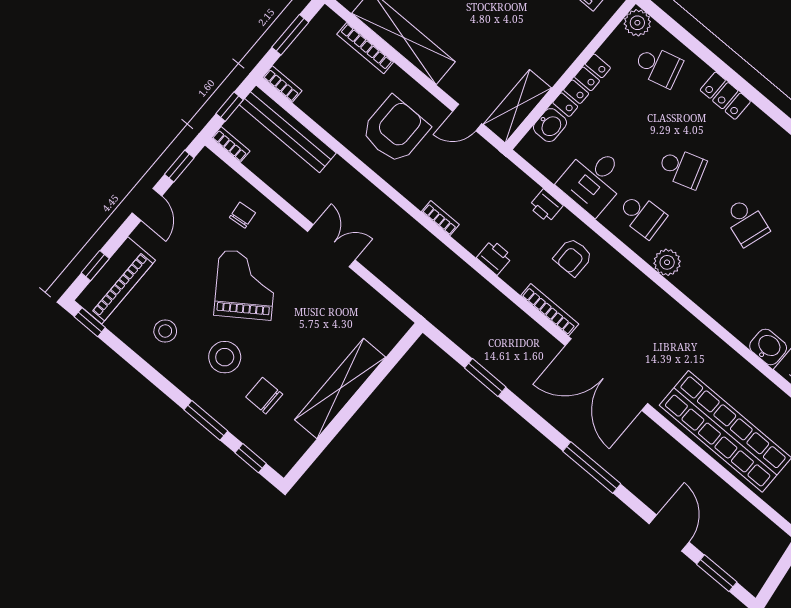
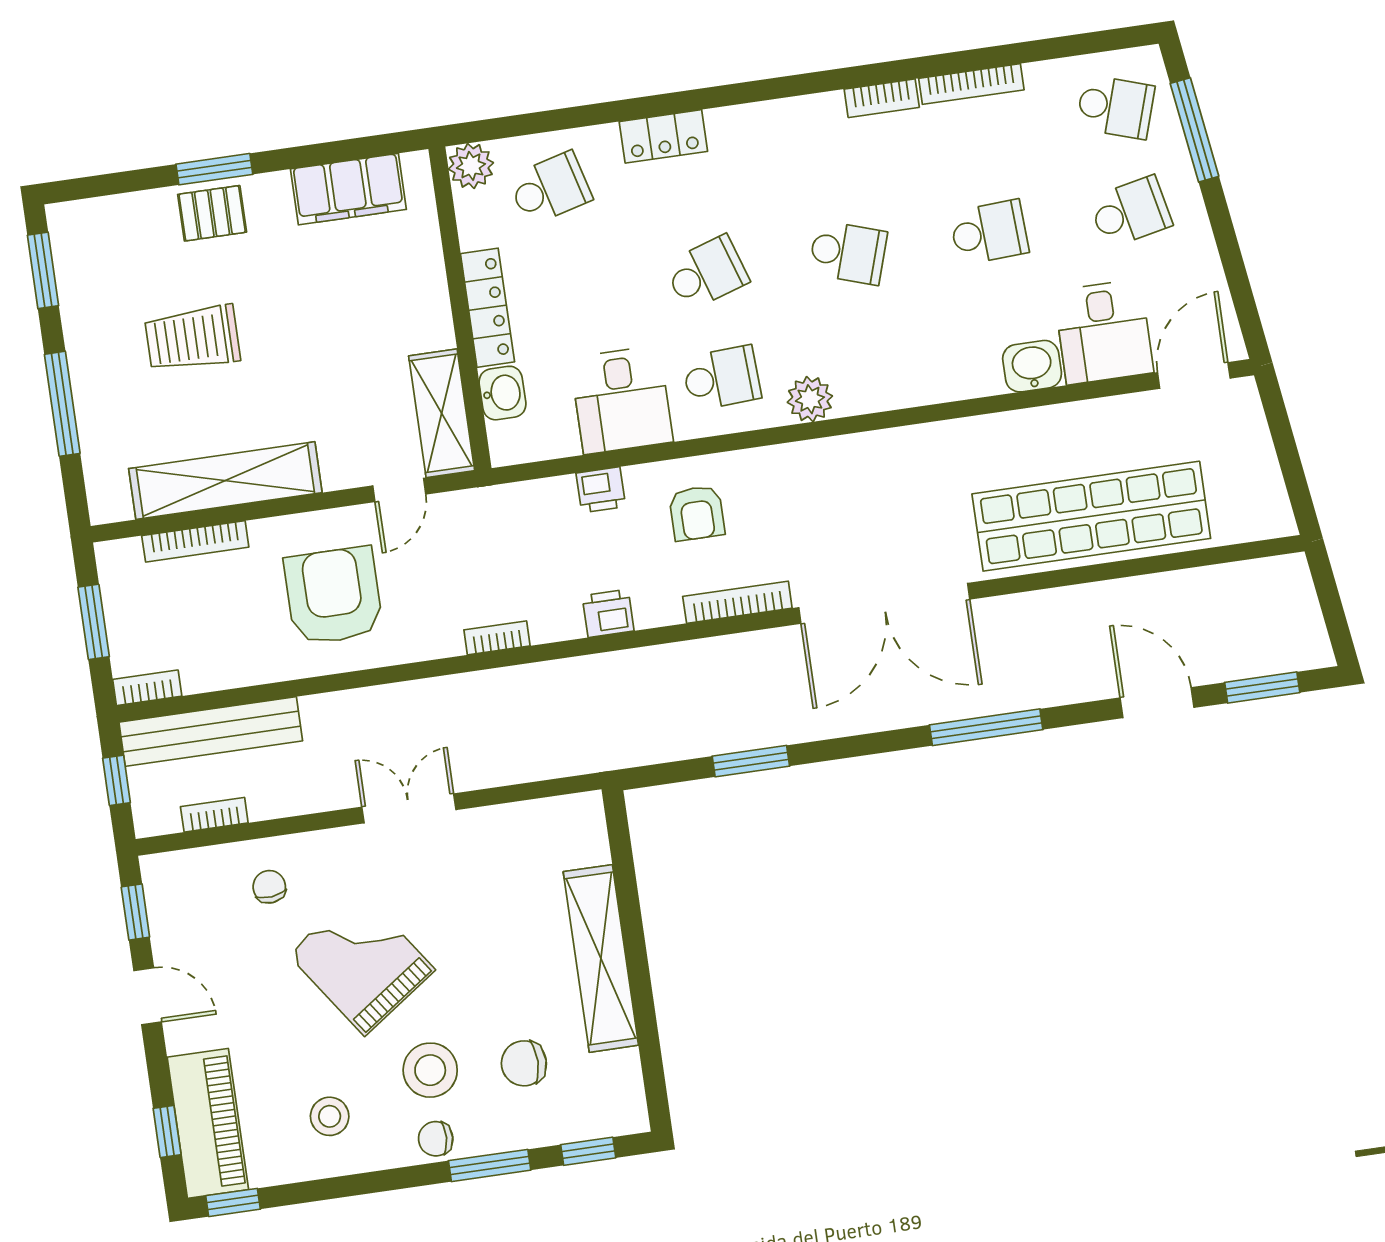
bookcase: (231, 144) -> (214, 815), moved
chair: (197, 386) -> (436, 1139), added

